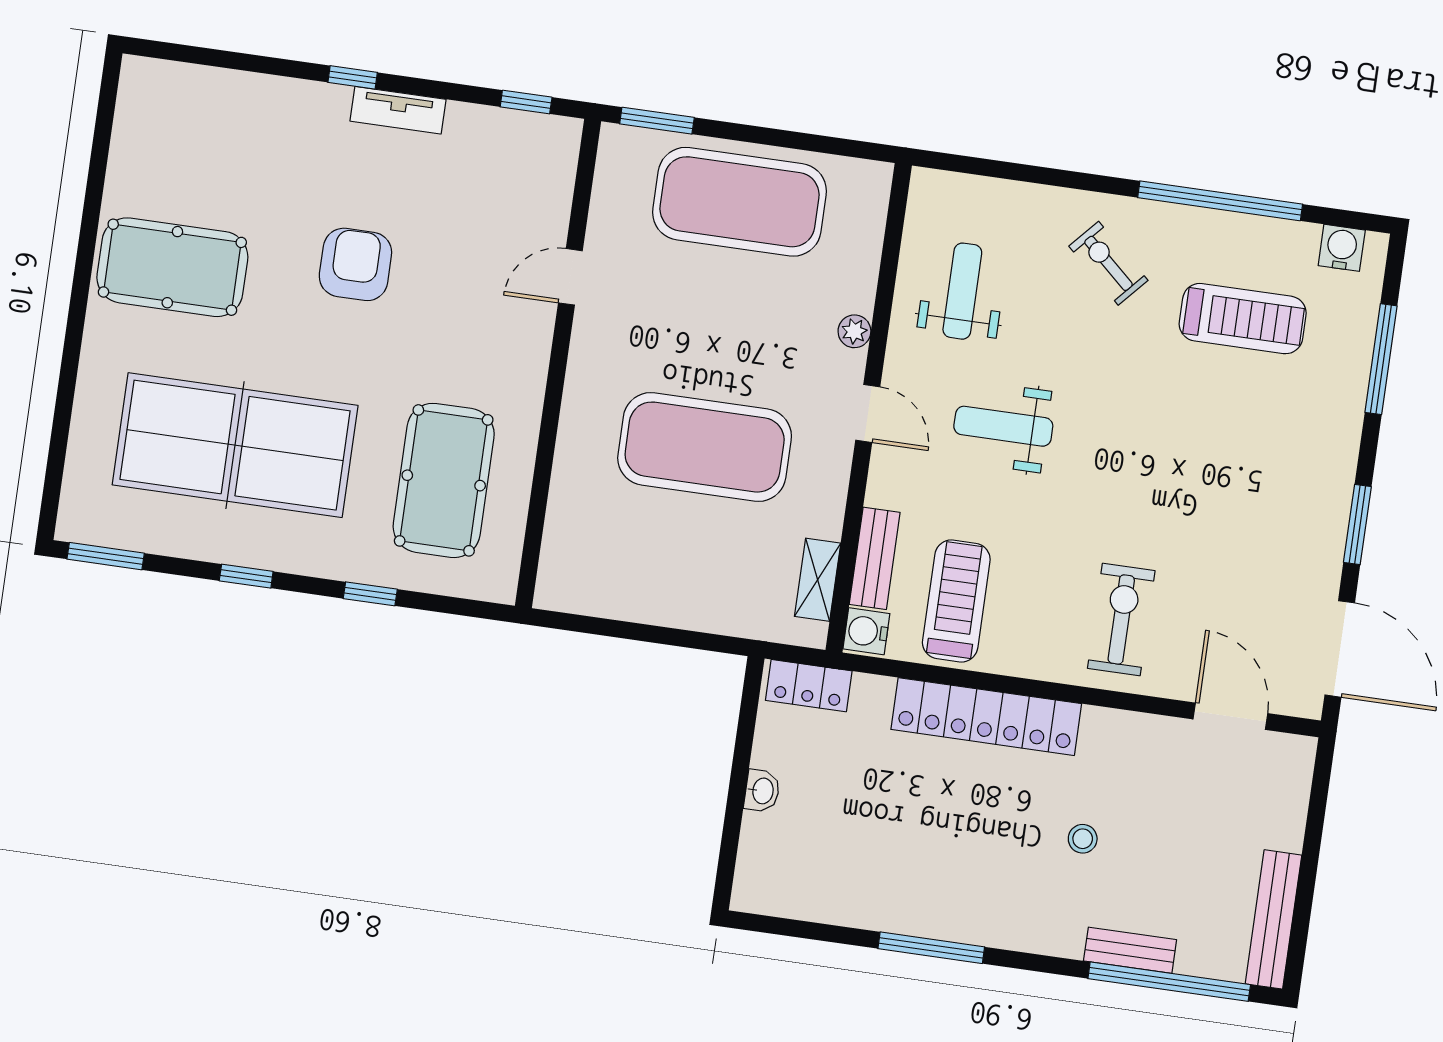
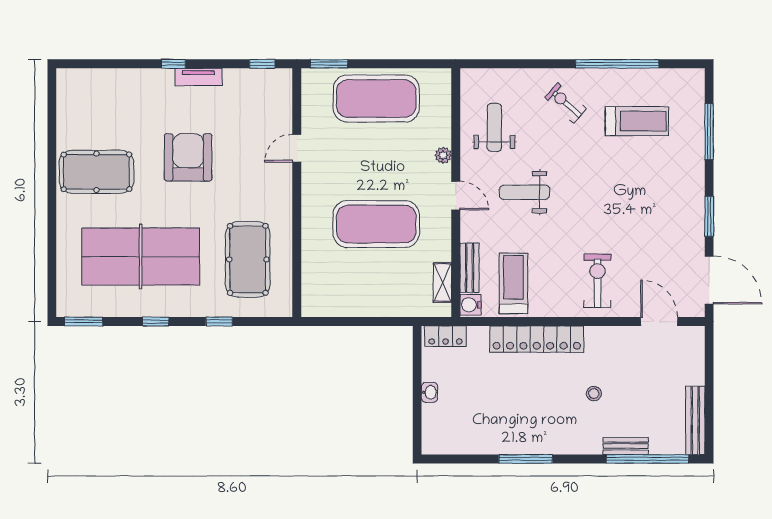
water cooler: (1342, 248) -> (682, 79), removed
armchair: (355, 264) -> (188, 157), width x1.36, depth x1.36

